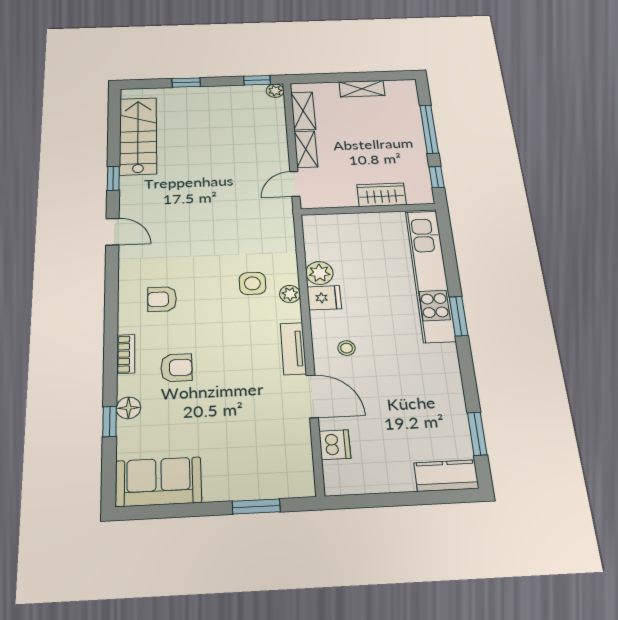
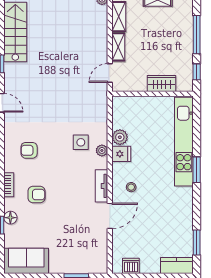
door: (312, 396) -> (110, 216), hinge flipped
dishwasher: (335, 445) -> (131, 266), moved, turned -90

